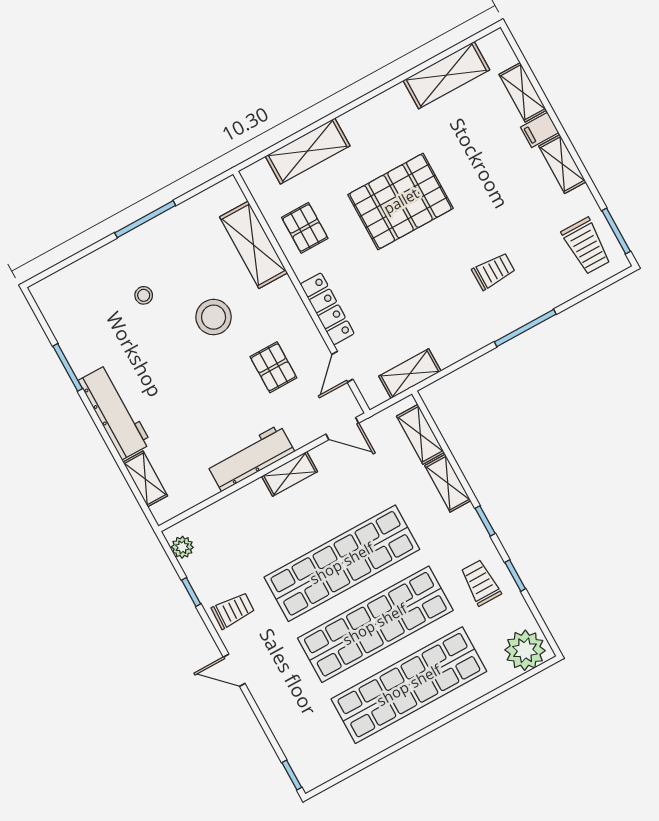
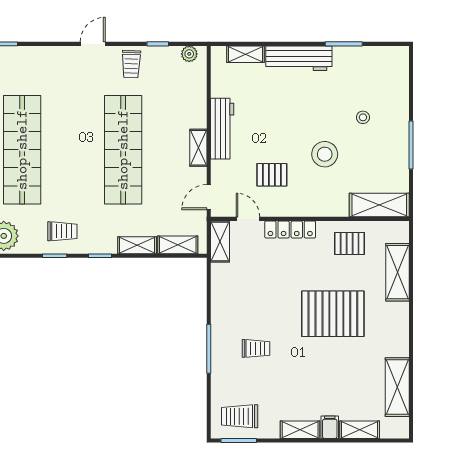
pallet: (401, 201) -> (333, 314), turned 90
shelving: (254, 245) -> (379, 205), moved
trolley: (493, 271) -> (256, 348), turned -90
shelving: (410, 374) -> (220, 241), moved
shop shelf: (375, 624) -> (73, 150), removed

